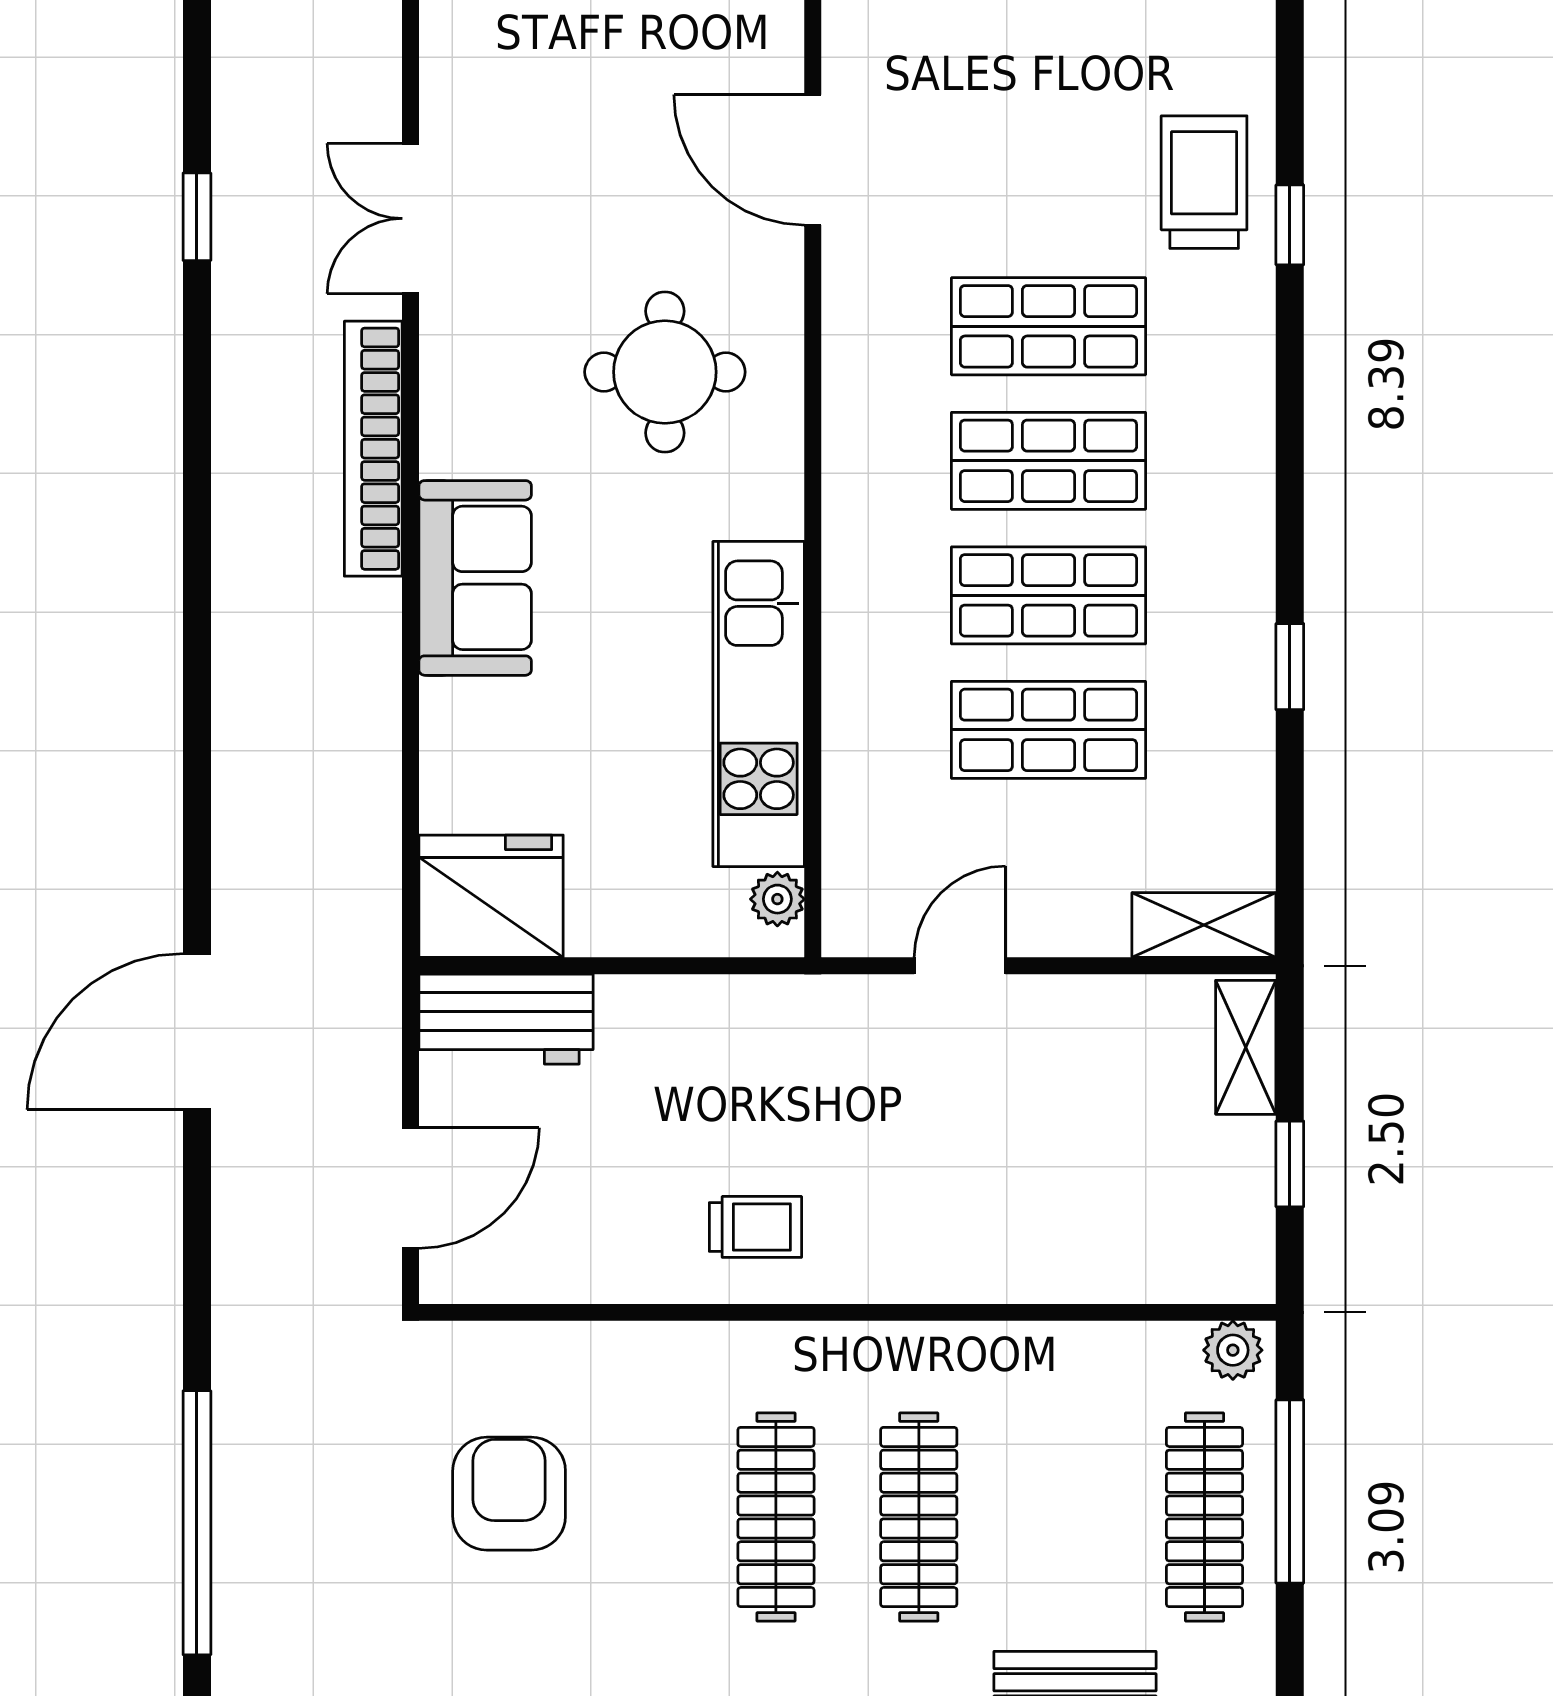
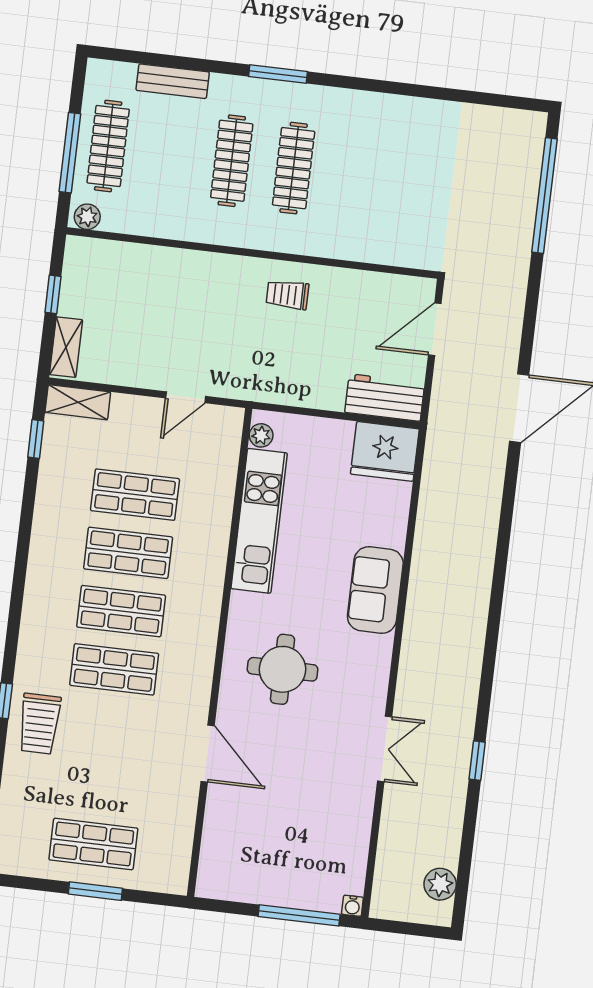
bookcase: (373, 449) -> (413, 651), removed
window: (1290, 667) -> (36, 439), moved
armchair: (509, 1494) -> (408, 192), removed

